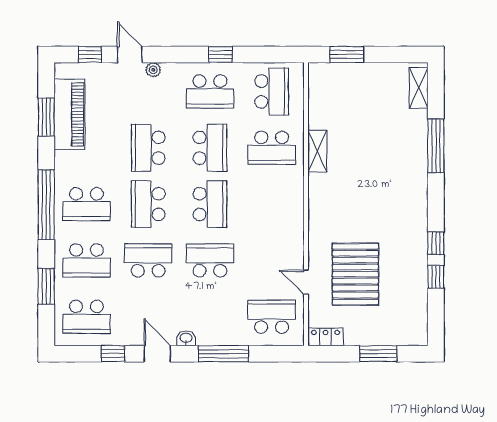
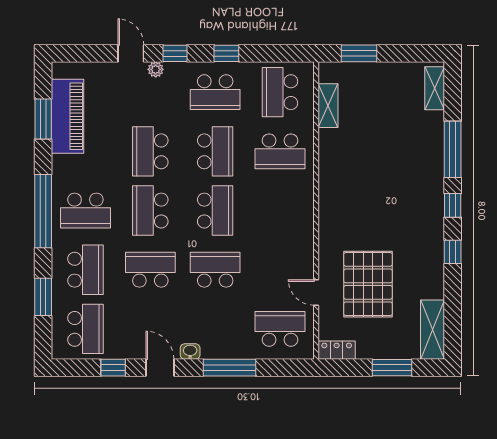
window: (90, 55) -> (175, 53), moved
school desk: (272, 91) -> (280, 92), turned 180
shelving: (317, 151) -> (328, 106), moved
school desk: (86, 260) -> (85, 270), turned -90
window: (436, 277) -> (453, 205), moved
school desk: (86, 317) -> (85, 329), turned -90
shelving: (417, 317) -> (432, 330), added

